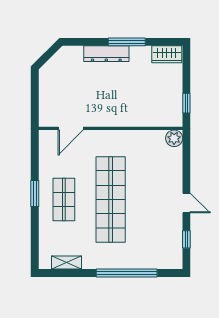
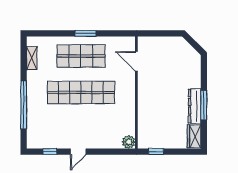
dresser: (106, 54) -> (195, 106), moved
shop shelf: (64, 200) -> (81, 56), width x1.43, depth x1.36

